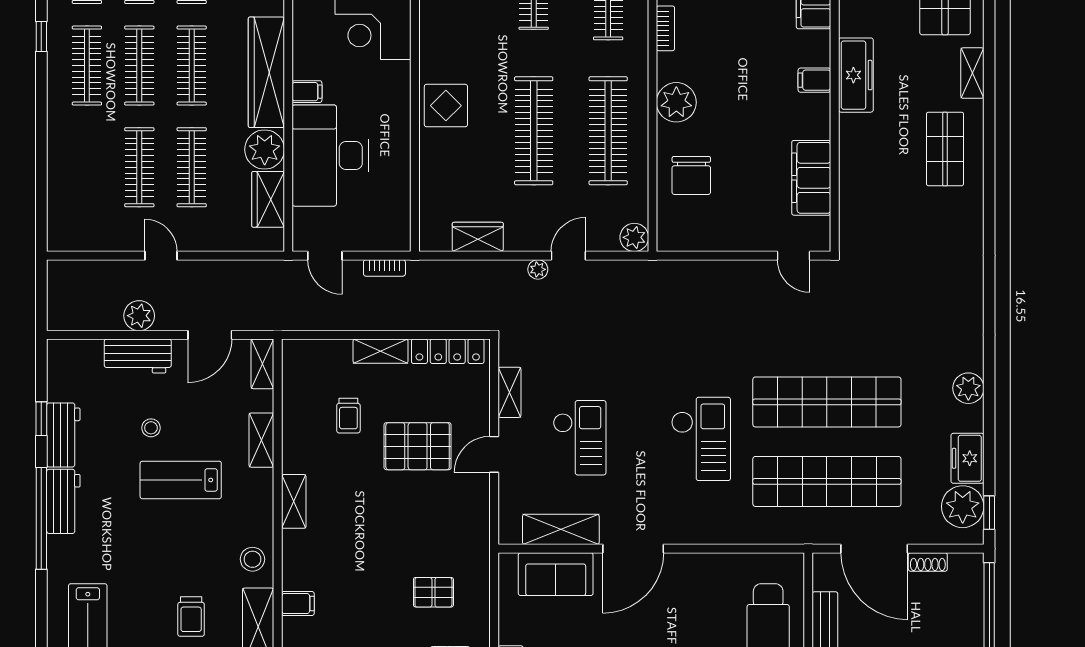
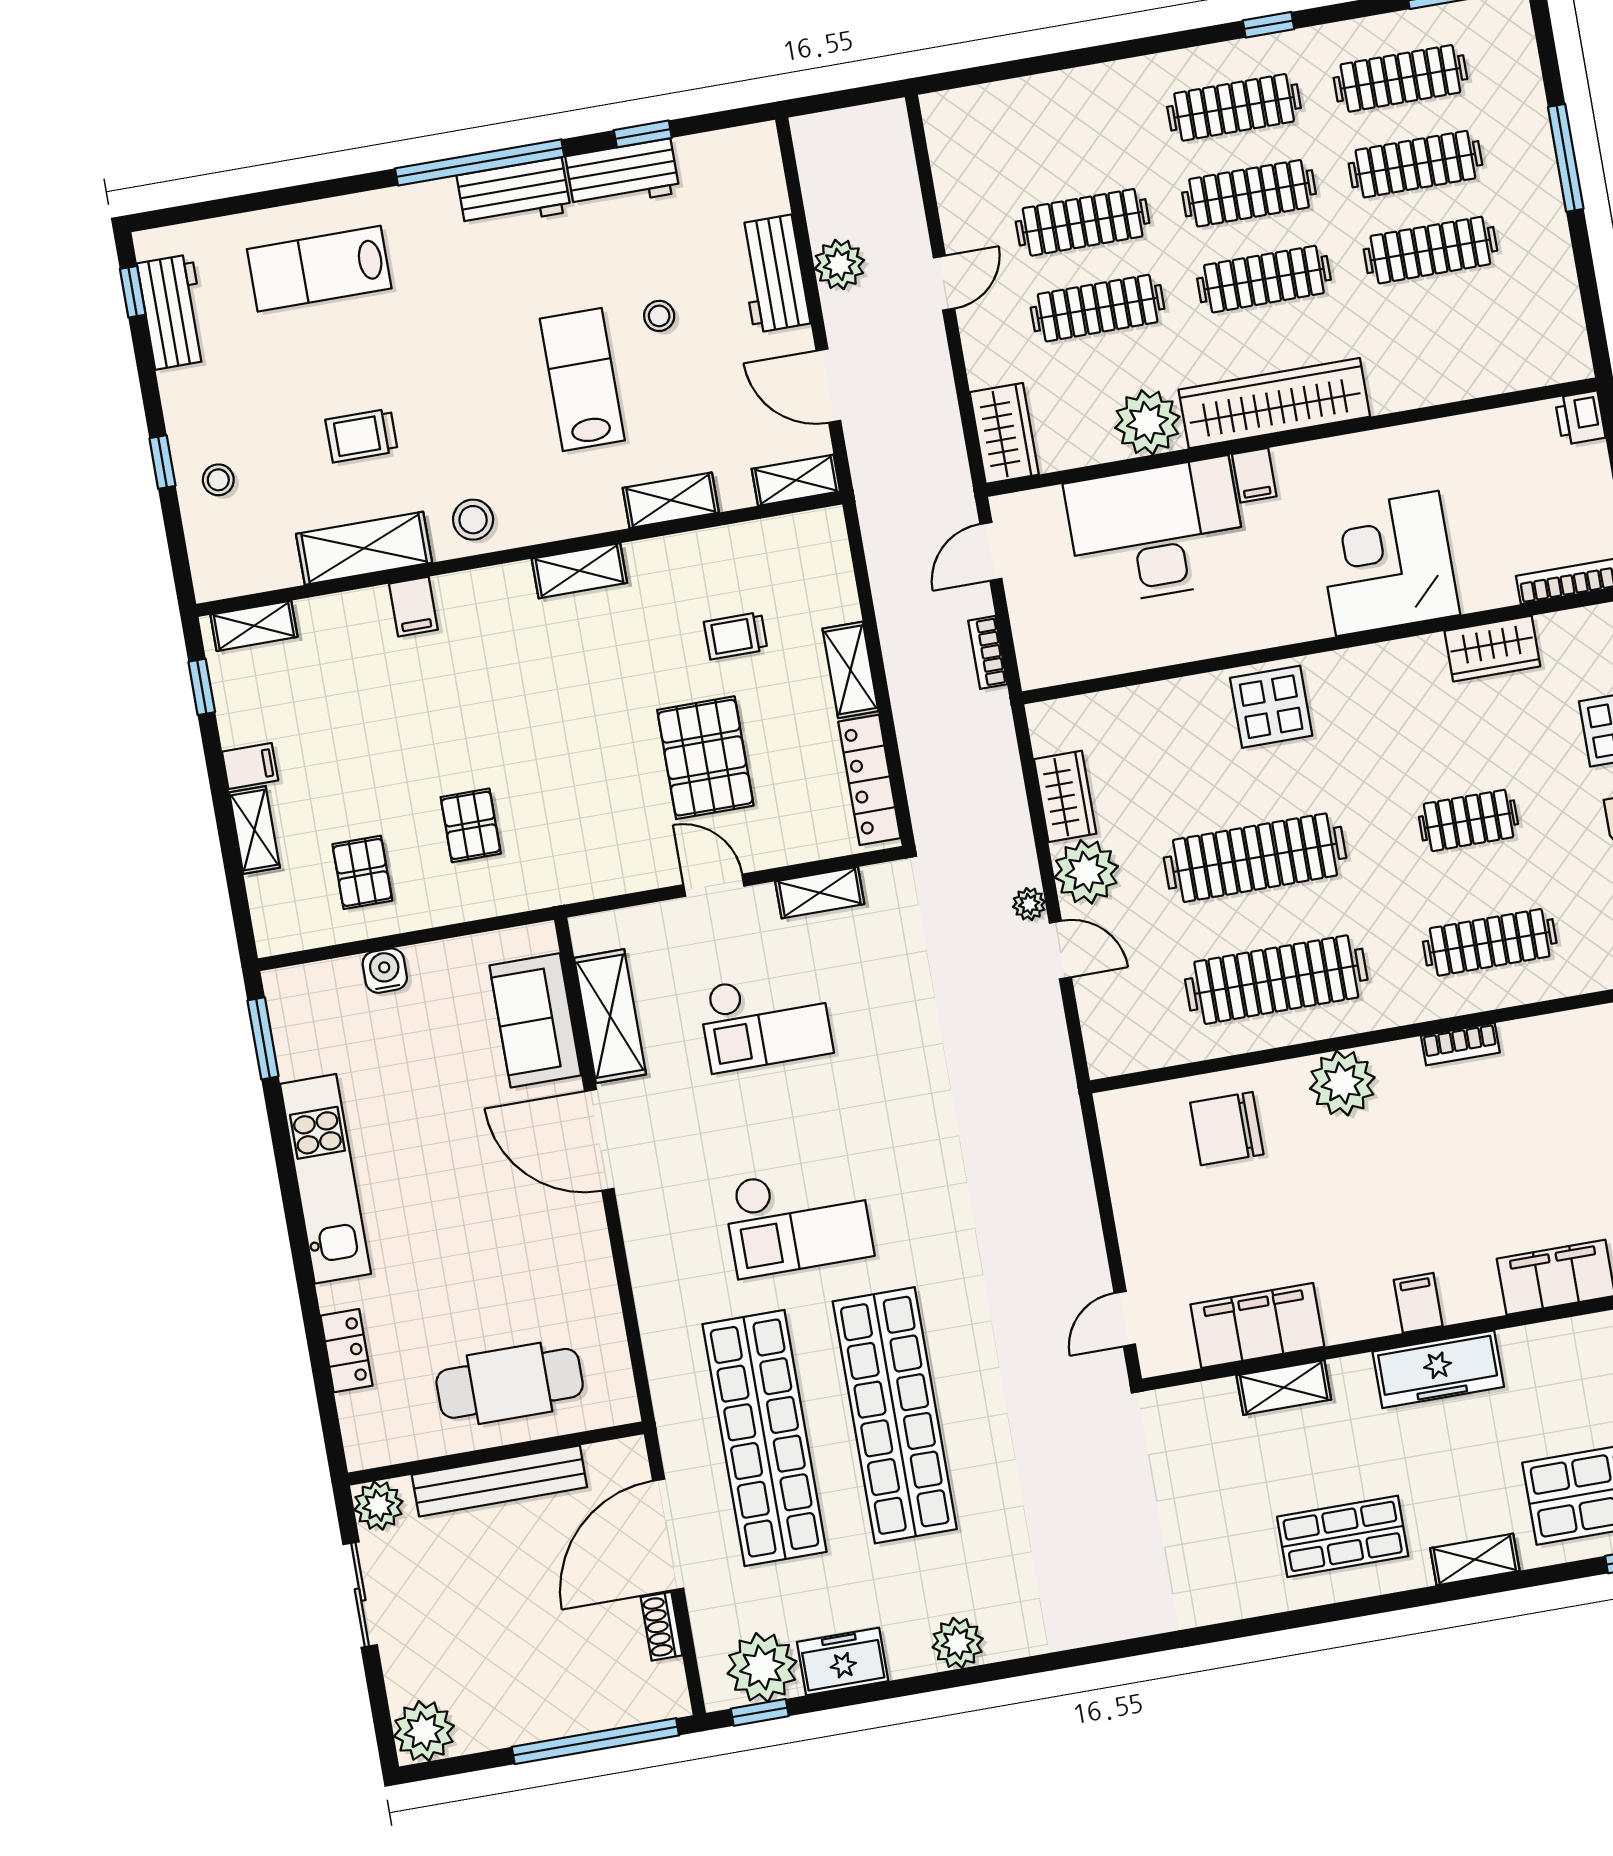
shelving: (851, 168) -> (1284, 1387), added
wardrobe: (268, 199) -> (1004, 433), moved, turned 90
plant: (634, 237) -> (1086, 872), moved, width x1.36, depth x1.36

